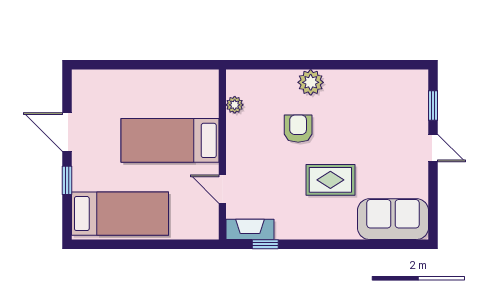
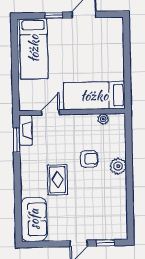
bed: (170, 140) -> (94, 96), moved, turned -90
window: (265, 244) -> (17, 140), width x1.50

